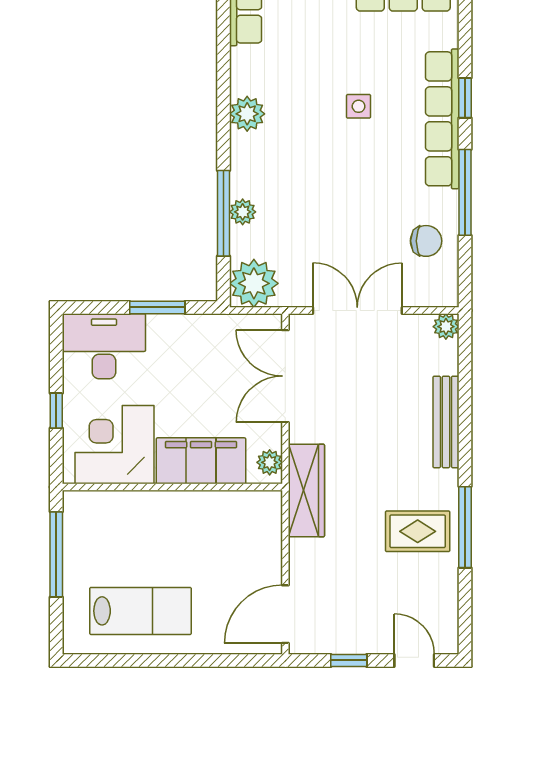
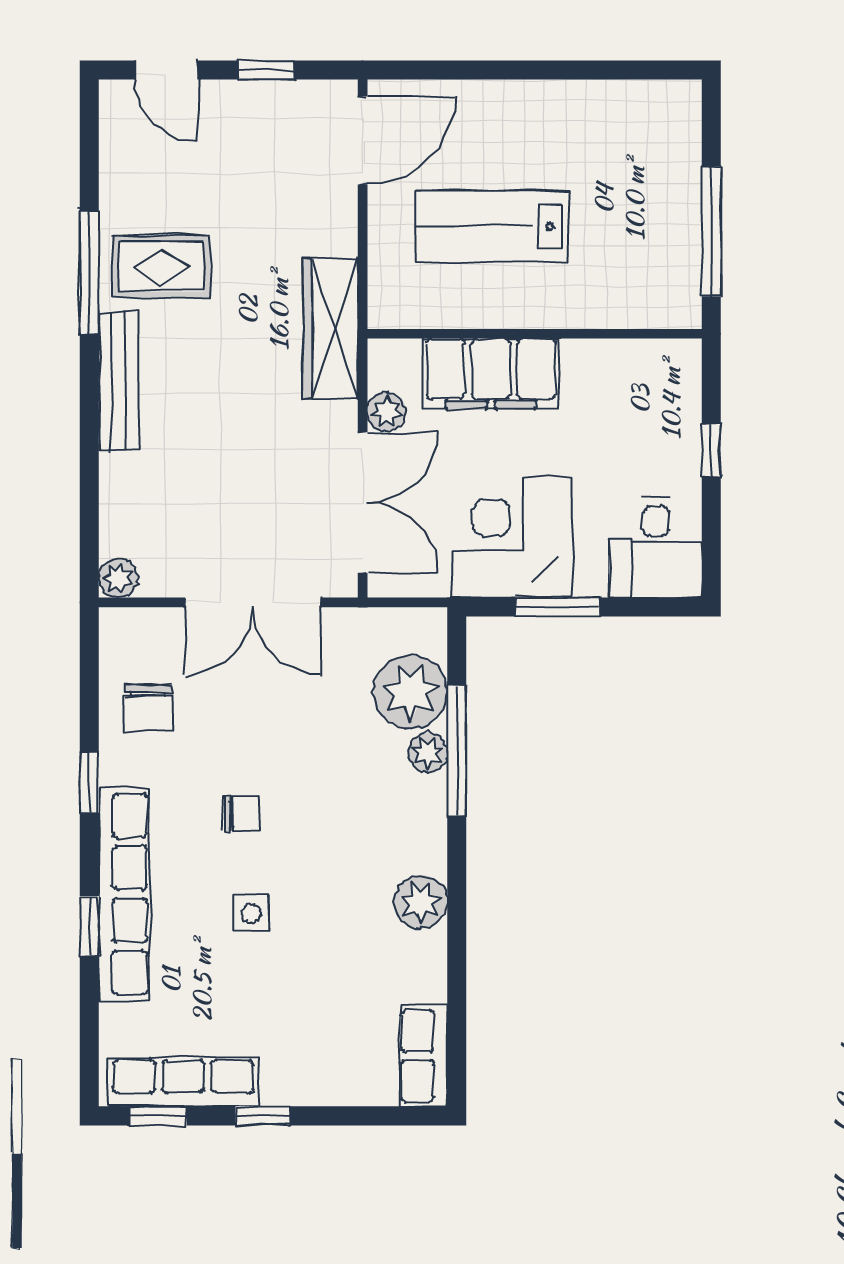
chair: (365, 172) -> (241, 814), added
window: (465, 192) -> (89, 782), width x0.46
chair: (426, 241) -> (149, 708), turned -90
plant: (254, 283) -> (411, 692), moved
desk: (104, 346) -> (656, 548), width x0.73
bench: (446, 422) -> (118, 381), moved
corner desk: (115, 445) -> (512, 538), moved, turned 180
plant: (270, 462) -> (387, 412), moved
lab bench: (140, 611) -> (493, 226), moved

